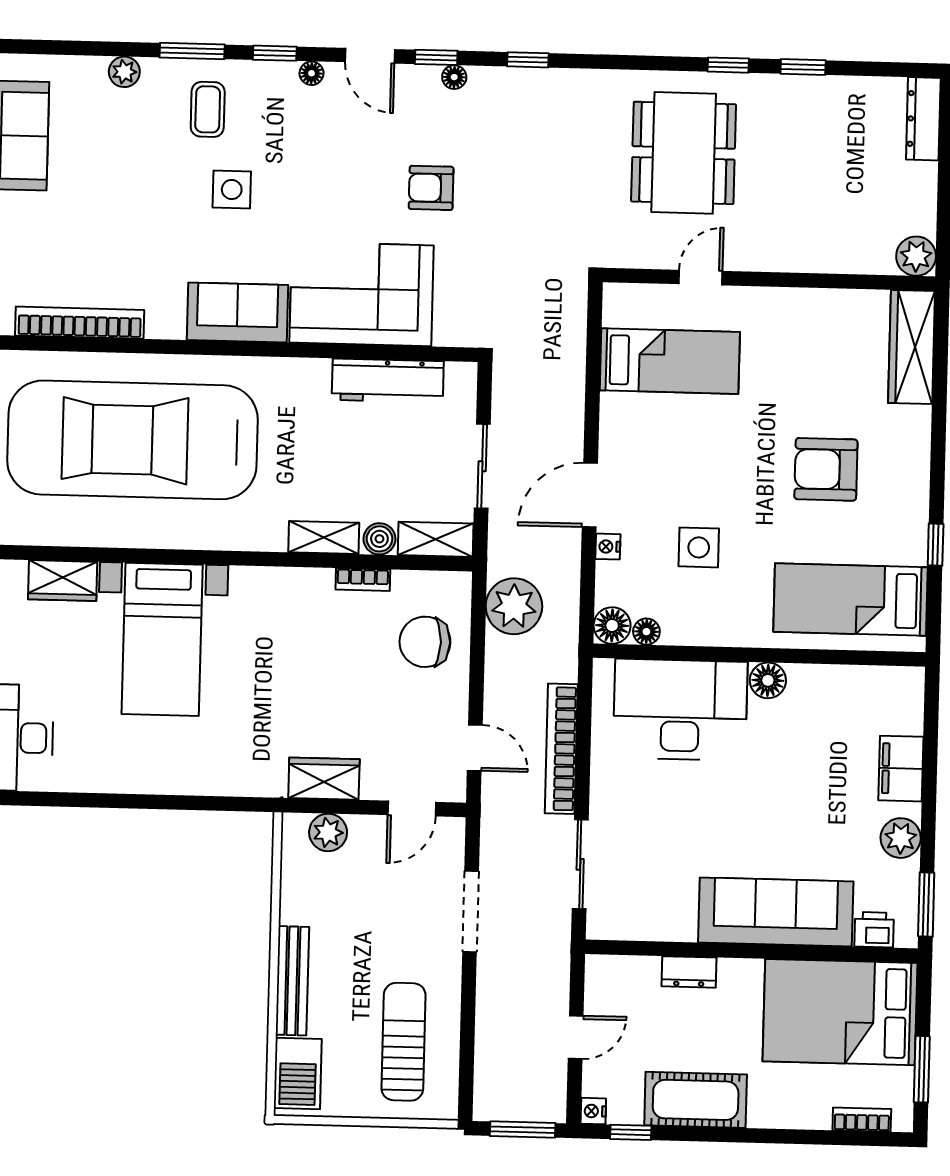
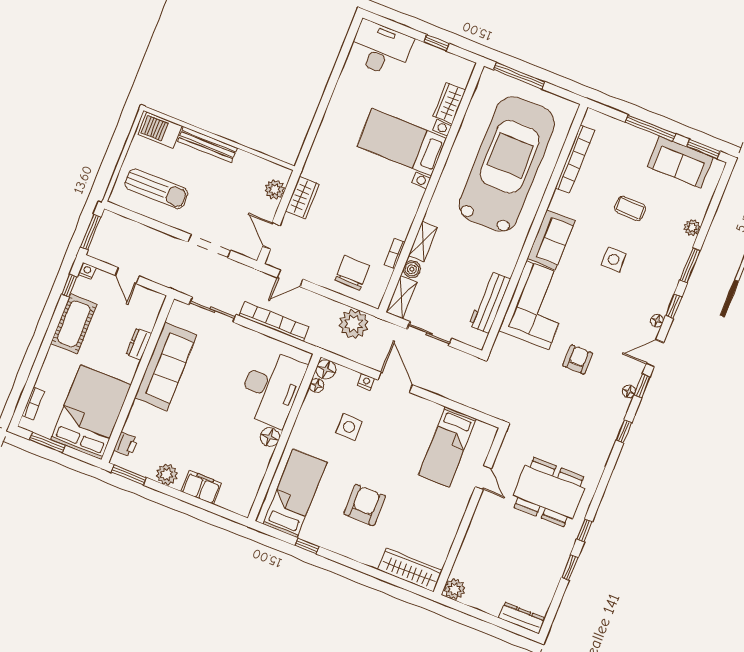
coffee table: (208, 109) -> (630, 208), moved
sofa: (776, 912) -> (166, 366), moved

